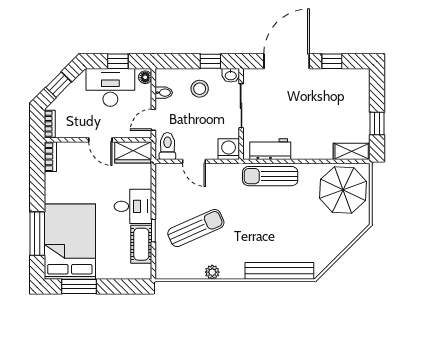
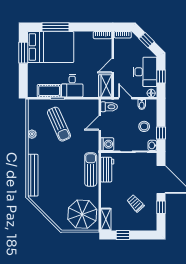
trolley: (325, 103) -> (136, 203), added

